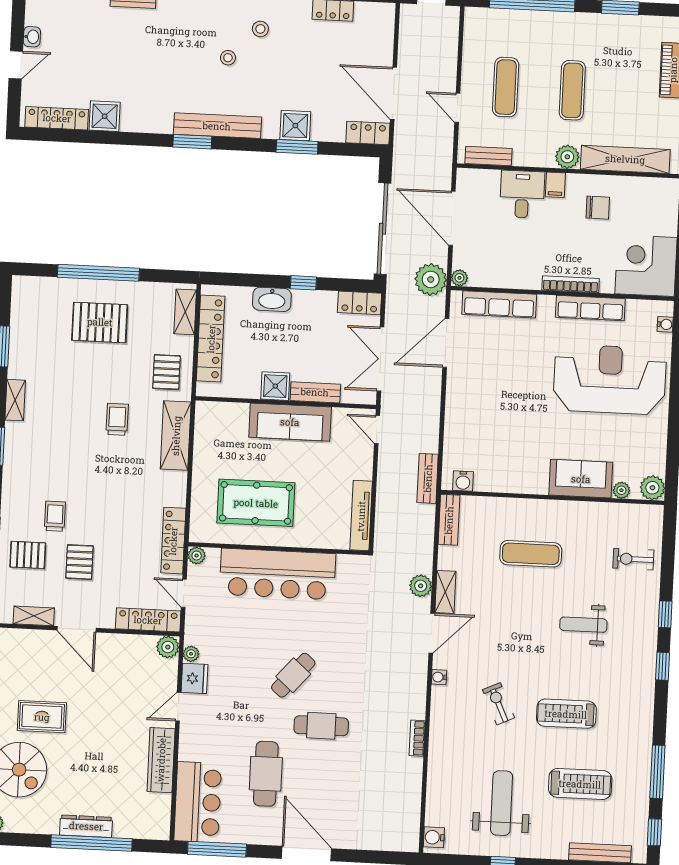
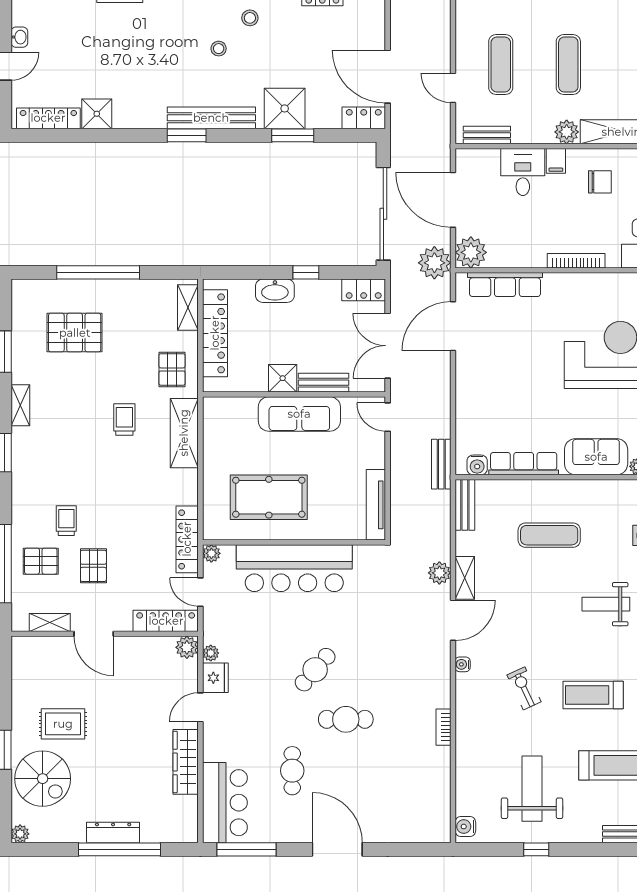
shower: (295, 126) -> (285, 108), width x1.36, depth x1.36
plant: (459, 278) -> (471, 252), width x1.87, depth x1.87
row of seats: (590, 308) -> (524, 464), moved, turned 180
pallet: (100, 322) -> (75, 333), moved
cafe table: (266, 774) -> (292, 771), width x0.73, depth x0.74

